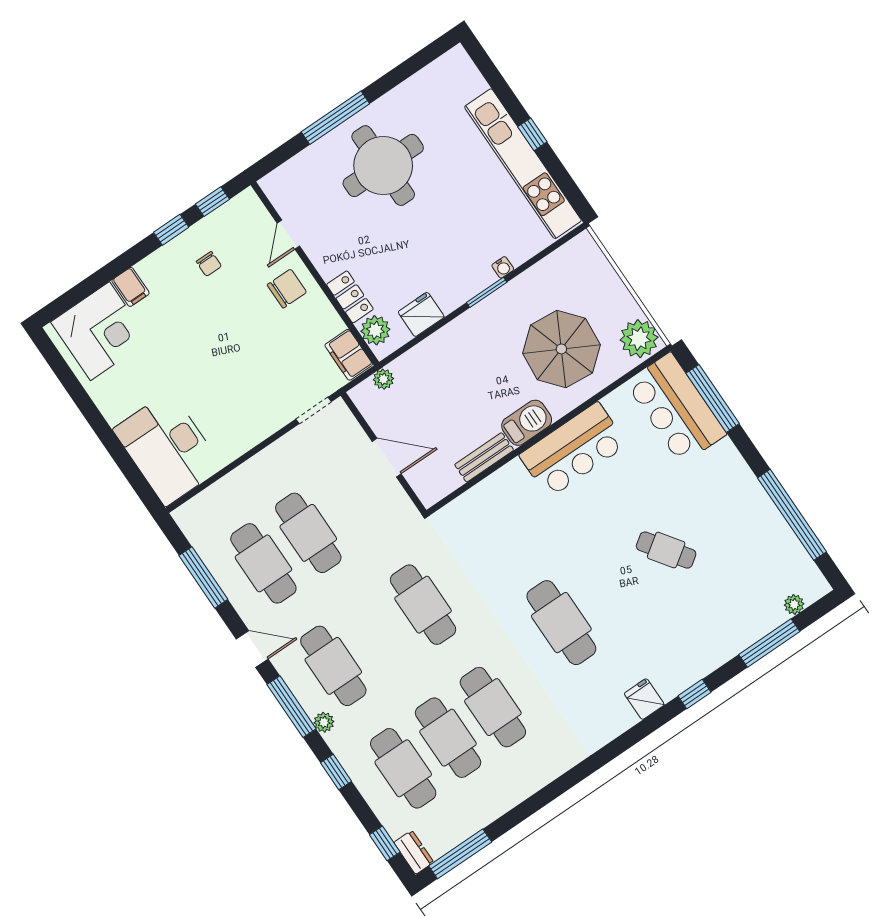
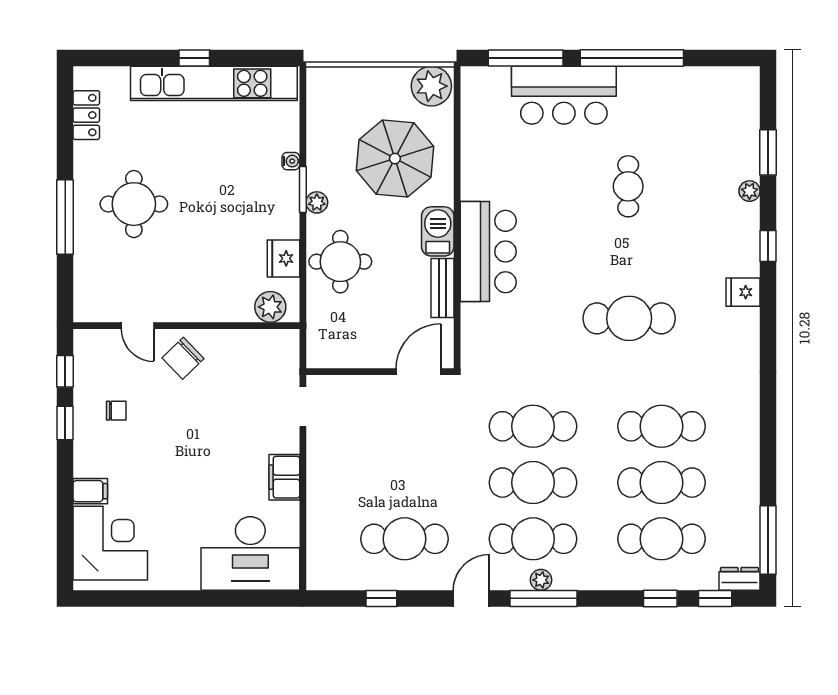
round table: (383, 166) -> (134, 204), width x0.73, depth x0.73
chair: (287, 289) -> (183, 358), turned -134
locker: (350, 297) -> (86, 115), moved, turned 90
filing cabinet: (349, 355) -> (284, 477), moved, turned 90
round table: (450, 361) -> (340, 262), added
plant: (383, 379) -> (317, 202), moved
bar counter: (676, 408) -> (564, 95), moved
bar counter: (573, 450) -> (488, 252), moved
door: (387, 458) -> (418, 372), moved
window: (792, 515) -> (632, 58), moved
cafe table: (308, 533) -> (533, 483), moved
cafe table: (666, 550) -> (628, 186), turned -55
window: (203, 577) -> (381, 598), width x0.46
plant: (794, 604) -> (749, 191), moved
window: (769, 643) -> (768, 152), width x0.69
plant: (324, 722) -> (541, 580), moved
window: (336, 772) -> (660, 598), moved

